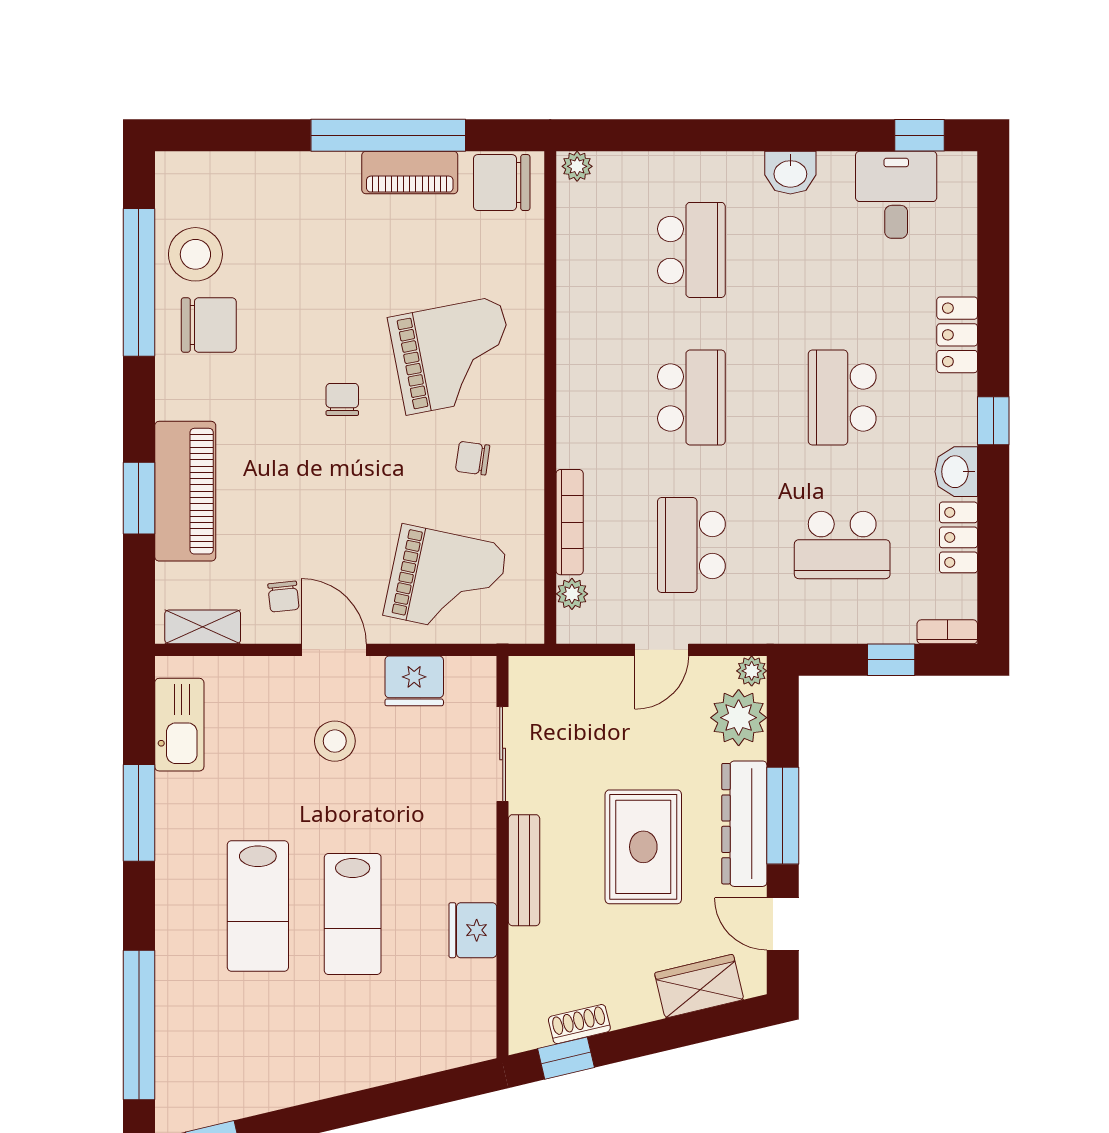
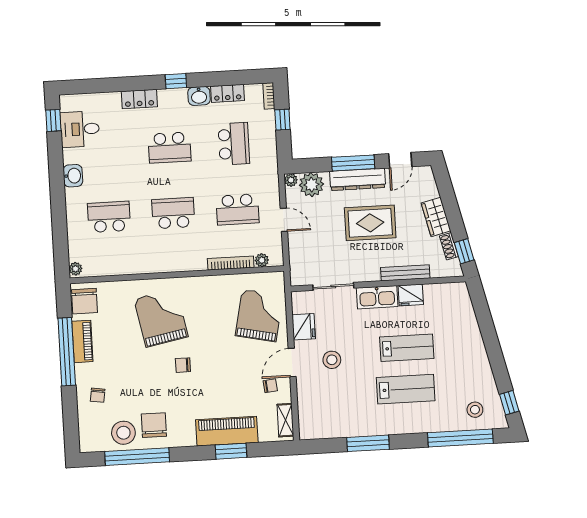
chair: (473, 458) -> (98, 395), moved
kitchen sink: (179, 725) -> (377, 297), moved, turned 180
bench: (524, 870) -> (405, 273), moved
wardrobe: (699, 986) -> (436, 217), moved
stool: (202, 1062) -> (475, 410), added

